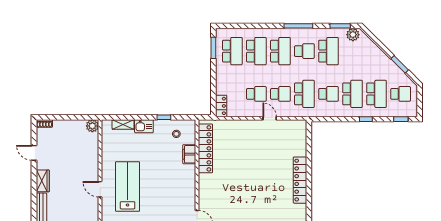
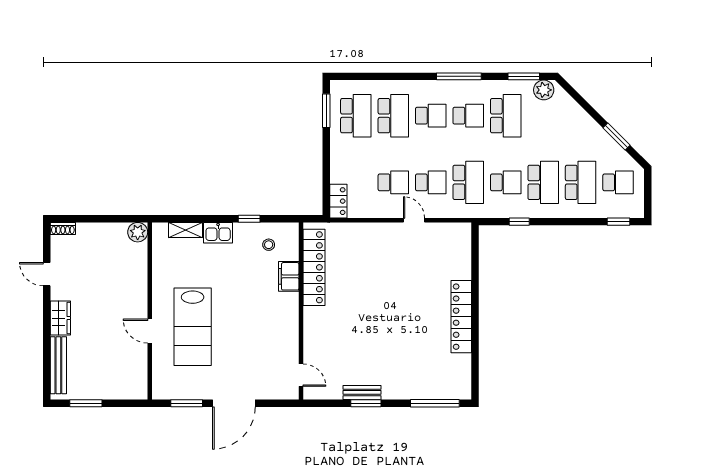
school desk: (280, 51) -> (431, 116), width x0.54
window: (366, 119) -> (519, 222), moved
lab bench: (128, 187) -> (193, 327), turned 180

